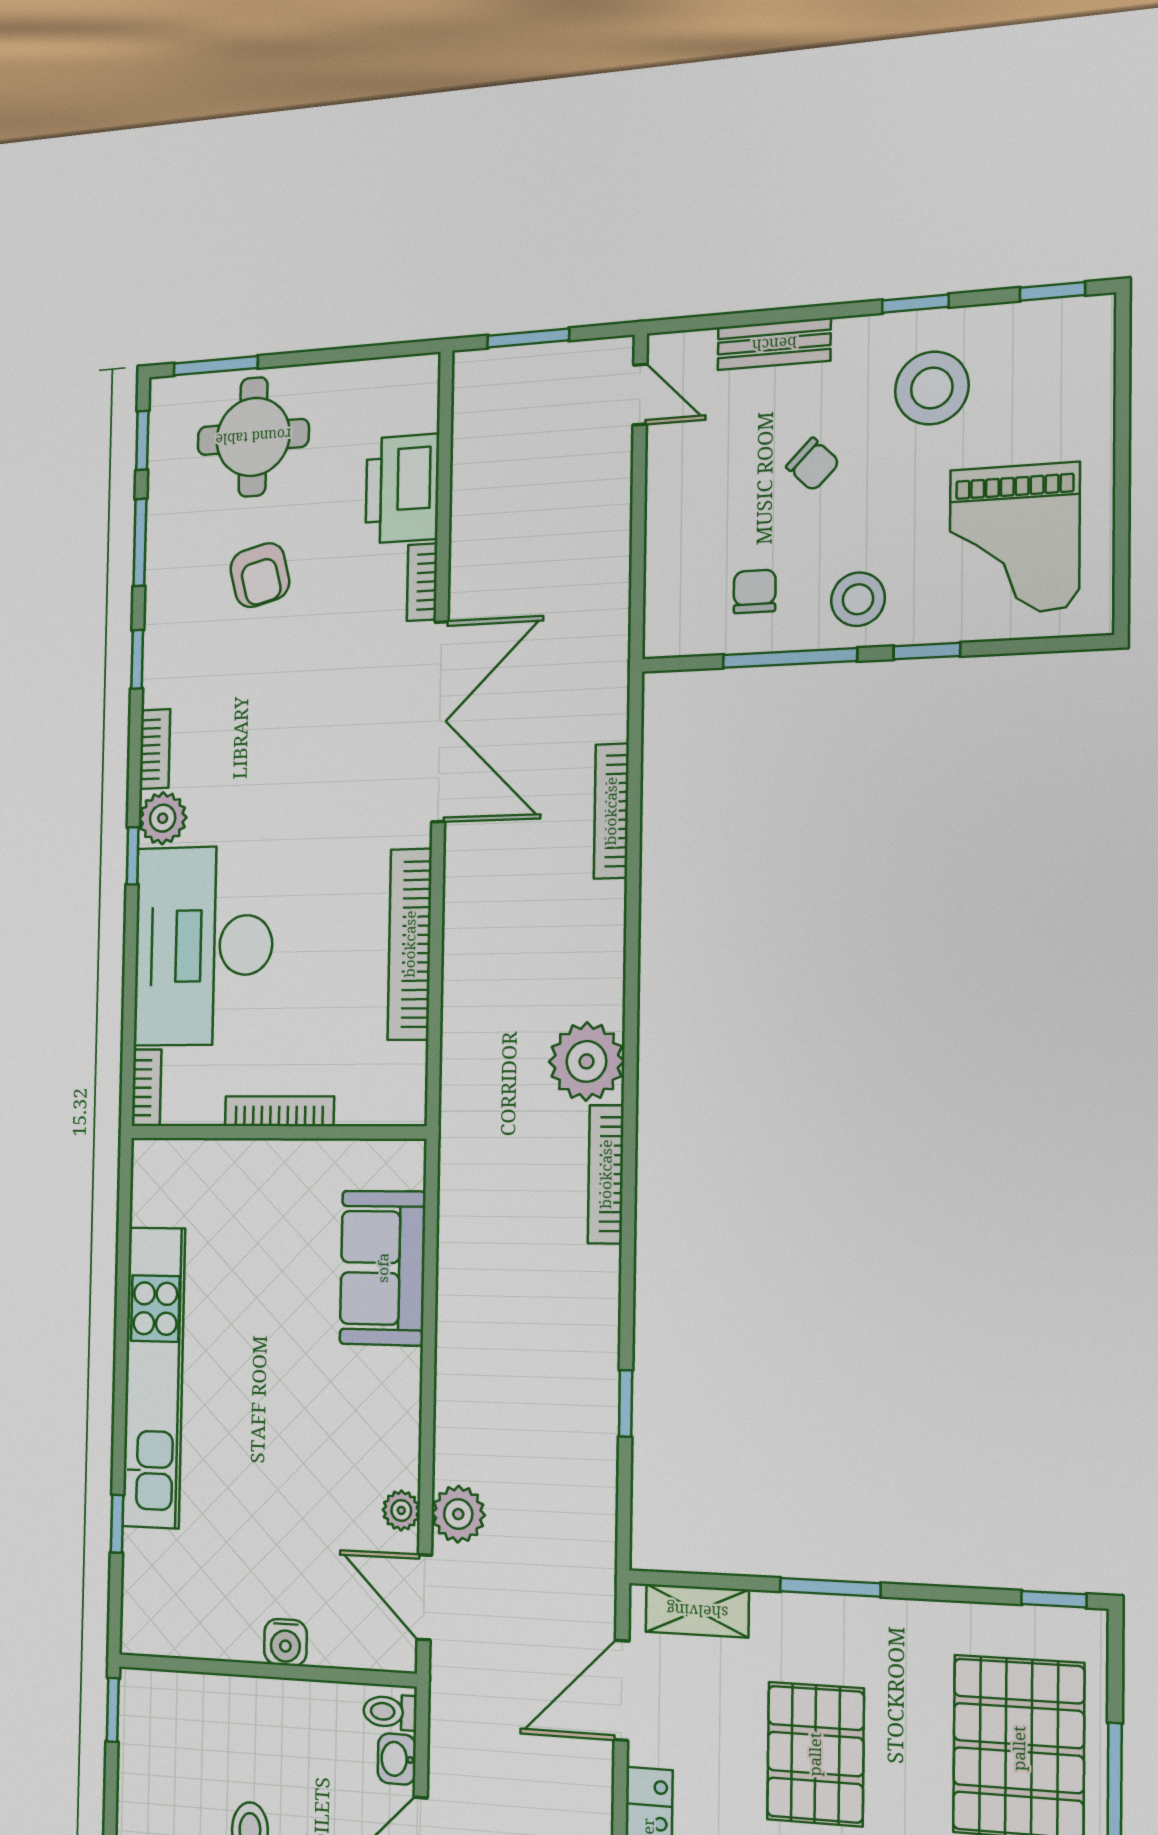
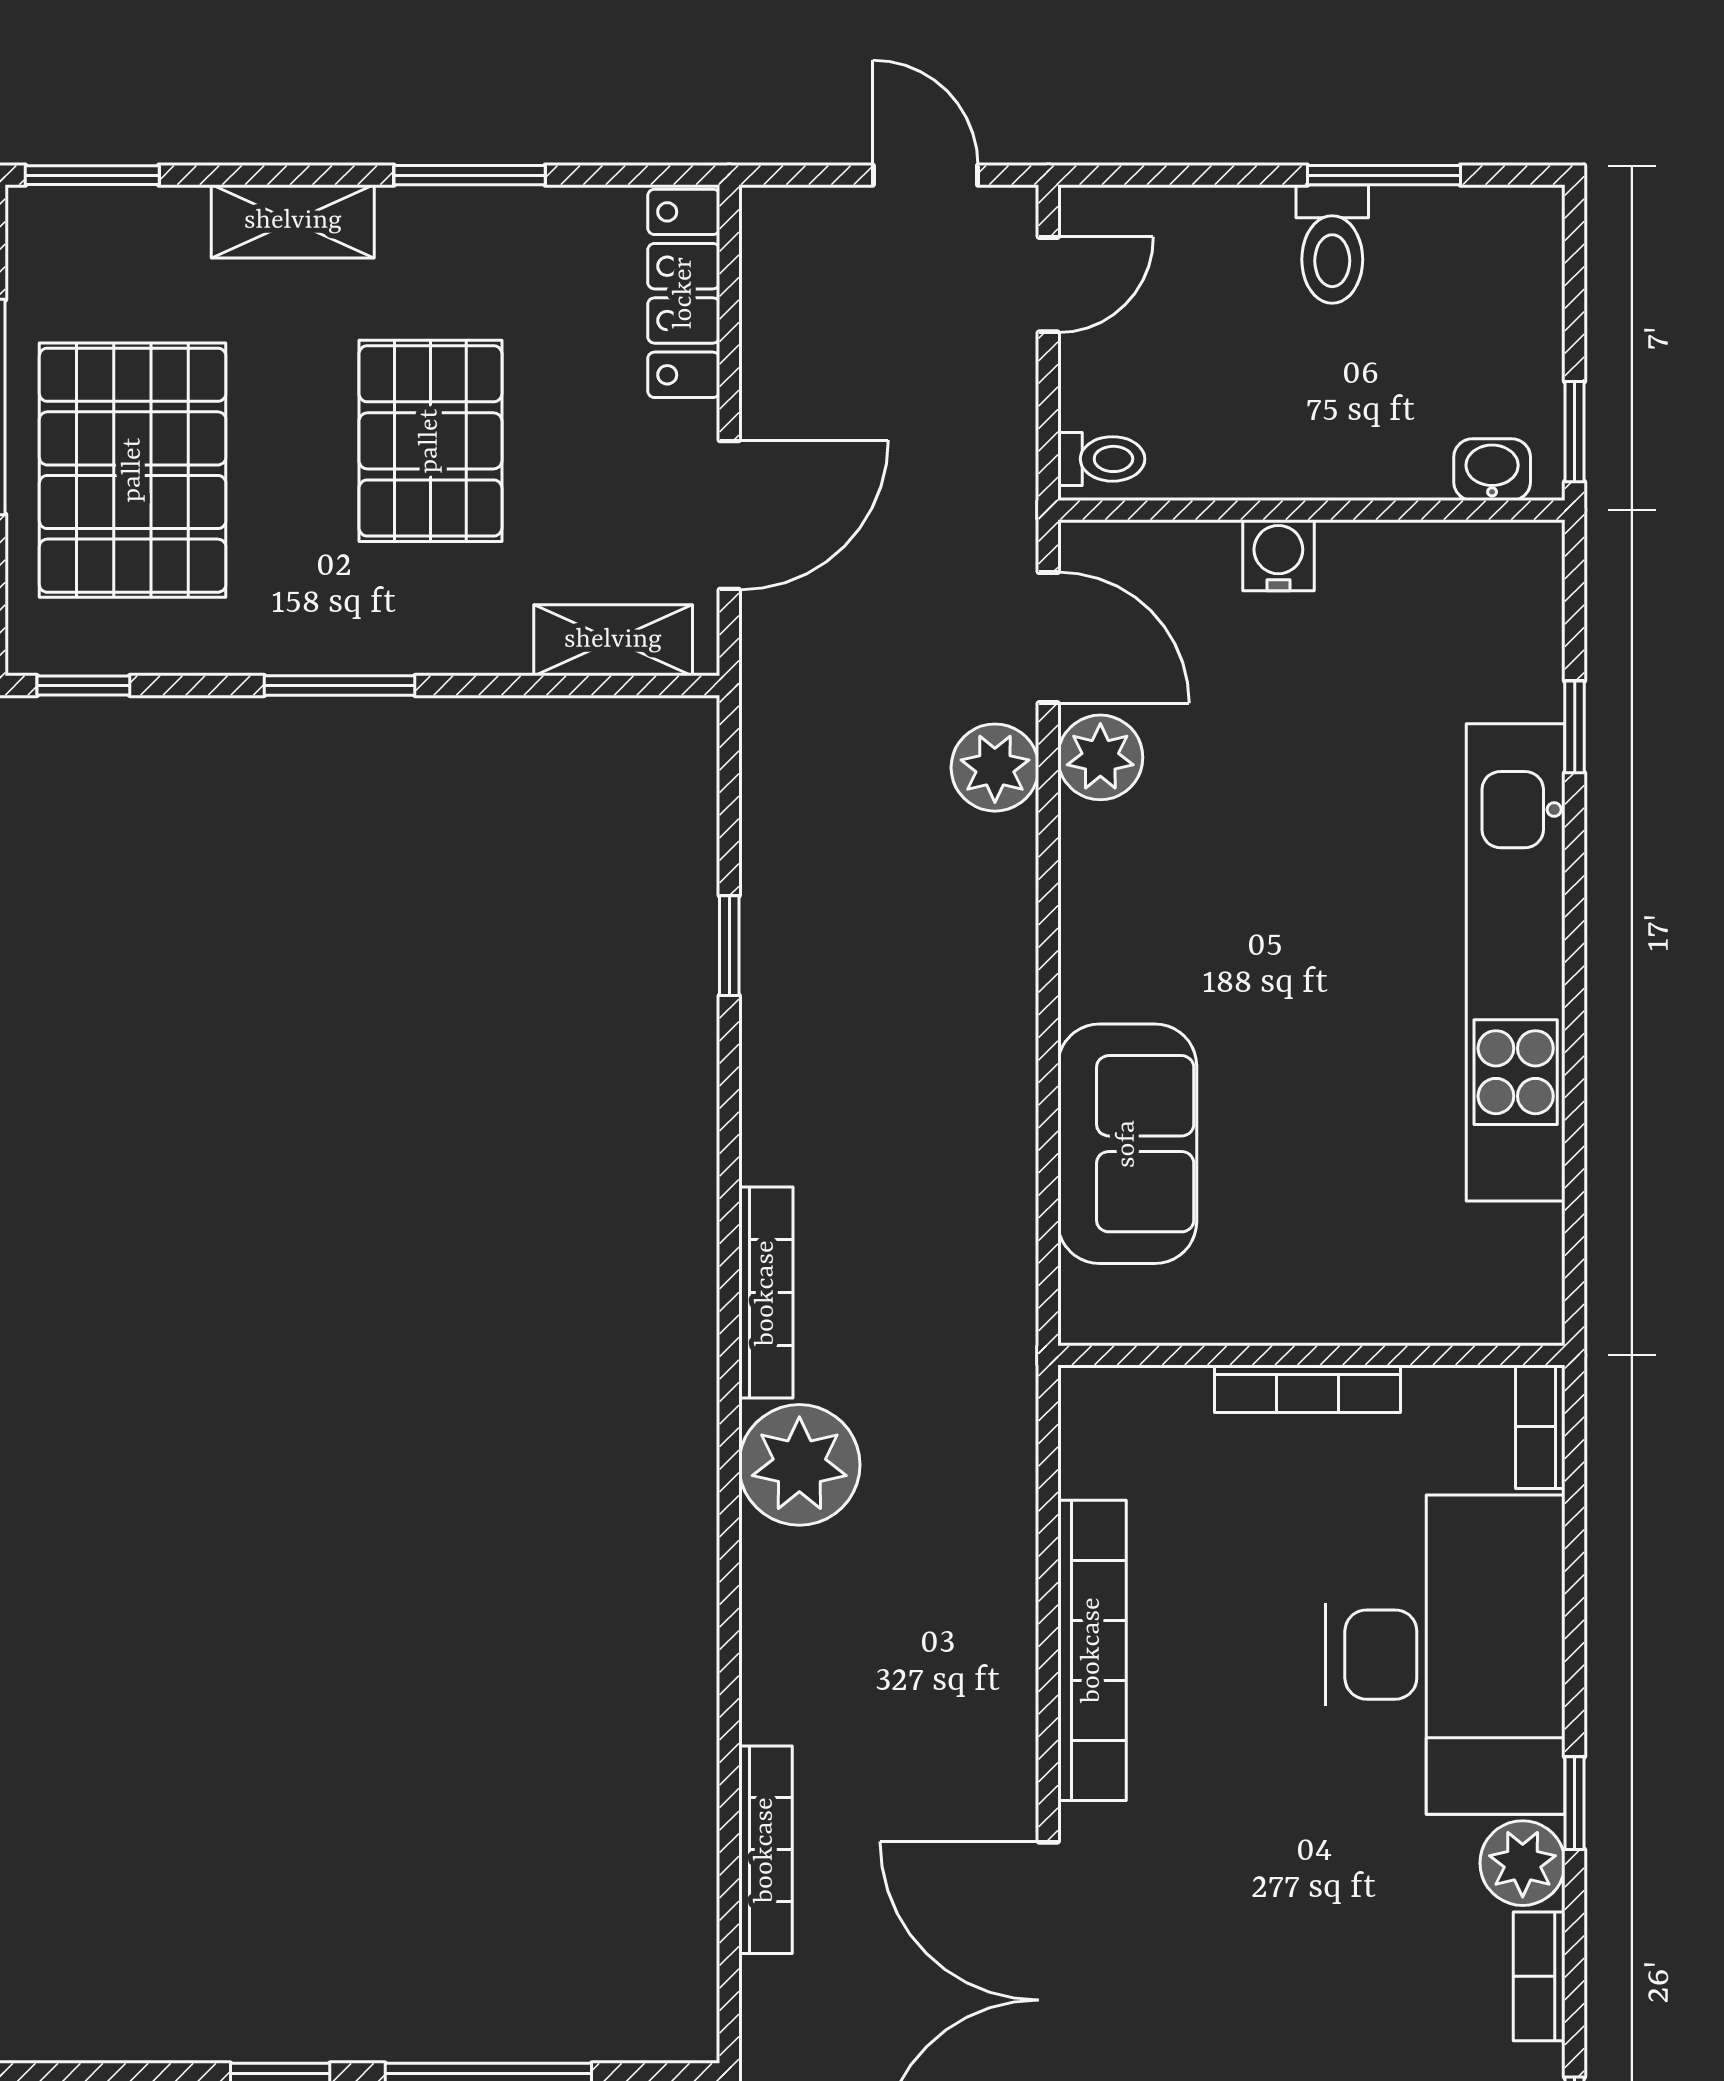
plant: (401, 1510) -> (1100, 757), width x1.38, depth x1.38
window: (830, 1587) -> (340, 686), moved
washbasin: (397, 1759) -> (1492, 470), moved, turned -90

